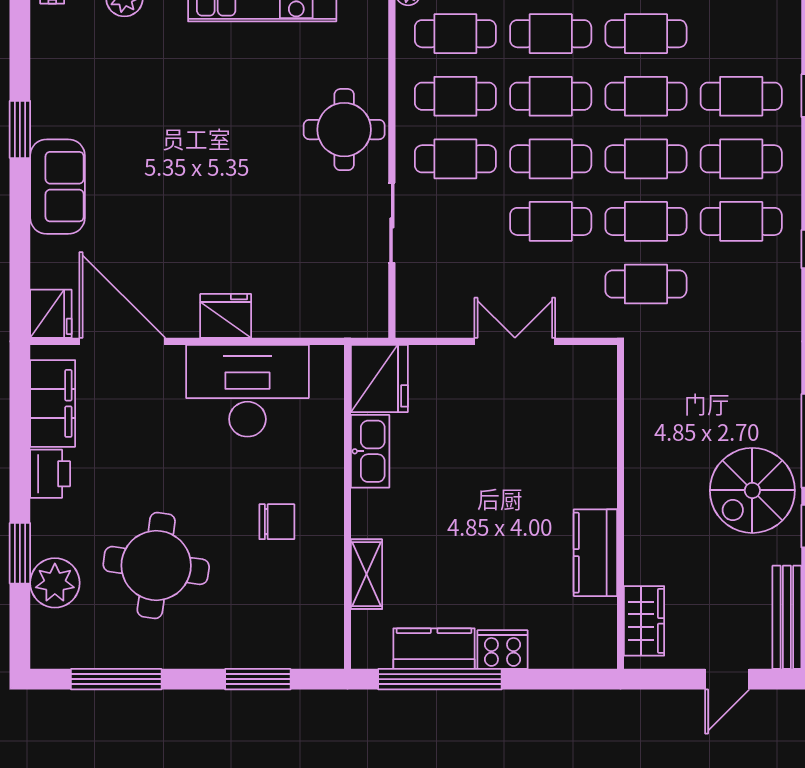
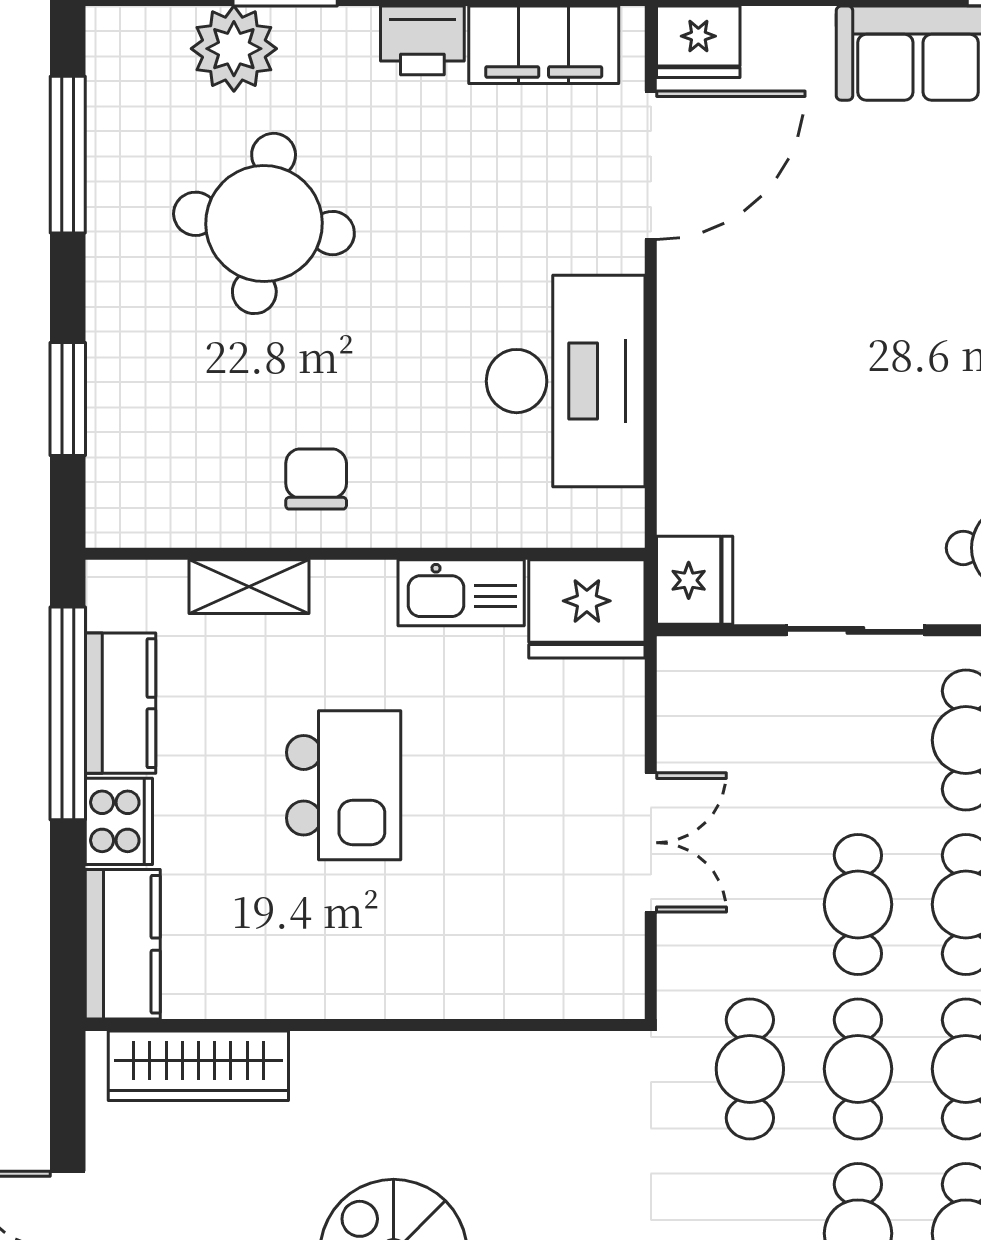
fridge: (226, 316) -> (695, 580), moved
kitchen island: (482, 519) -> (344, 785), added
chair: (277, 522) -> (316, 479), moved, turned 180
kitchen counter: (595, 553) -> (123, 944), moved, turned 90
wardrobe: (644, 621) -> (198, 1066), width x1.50

